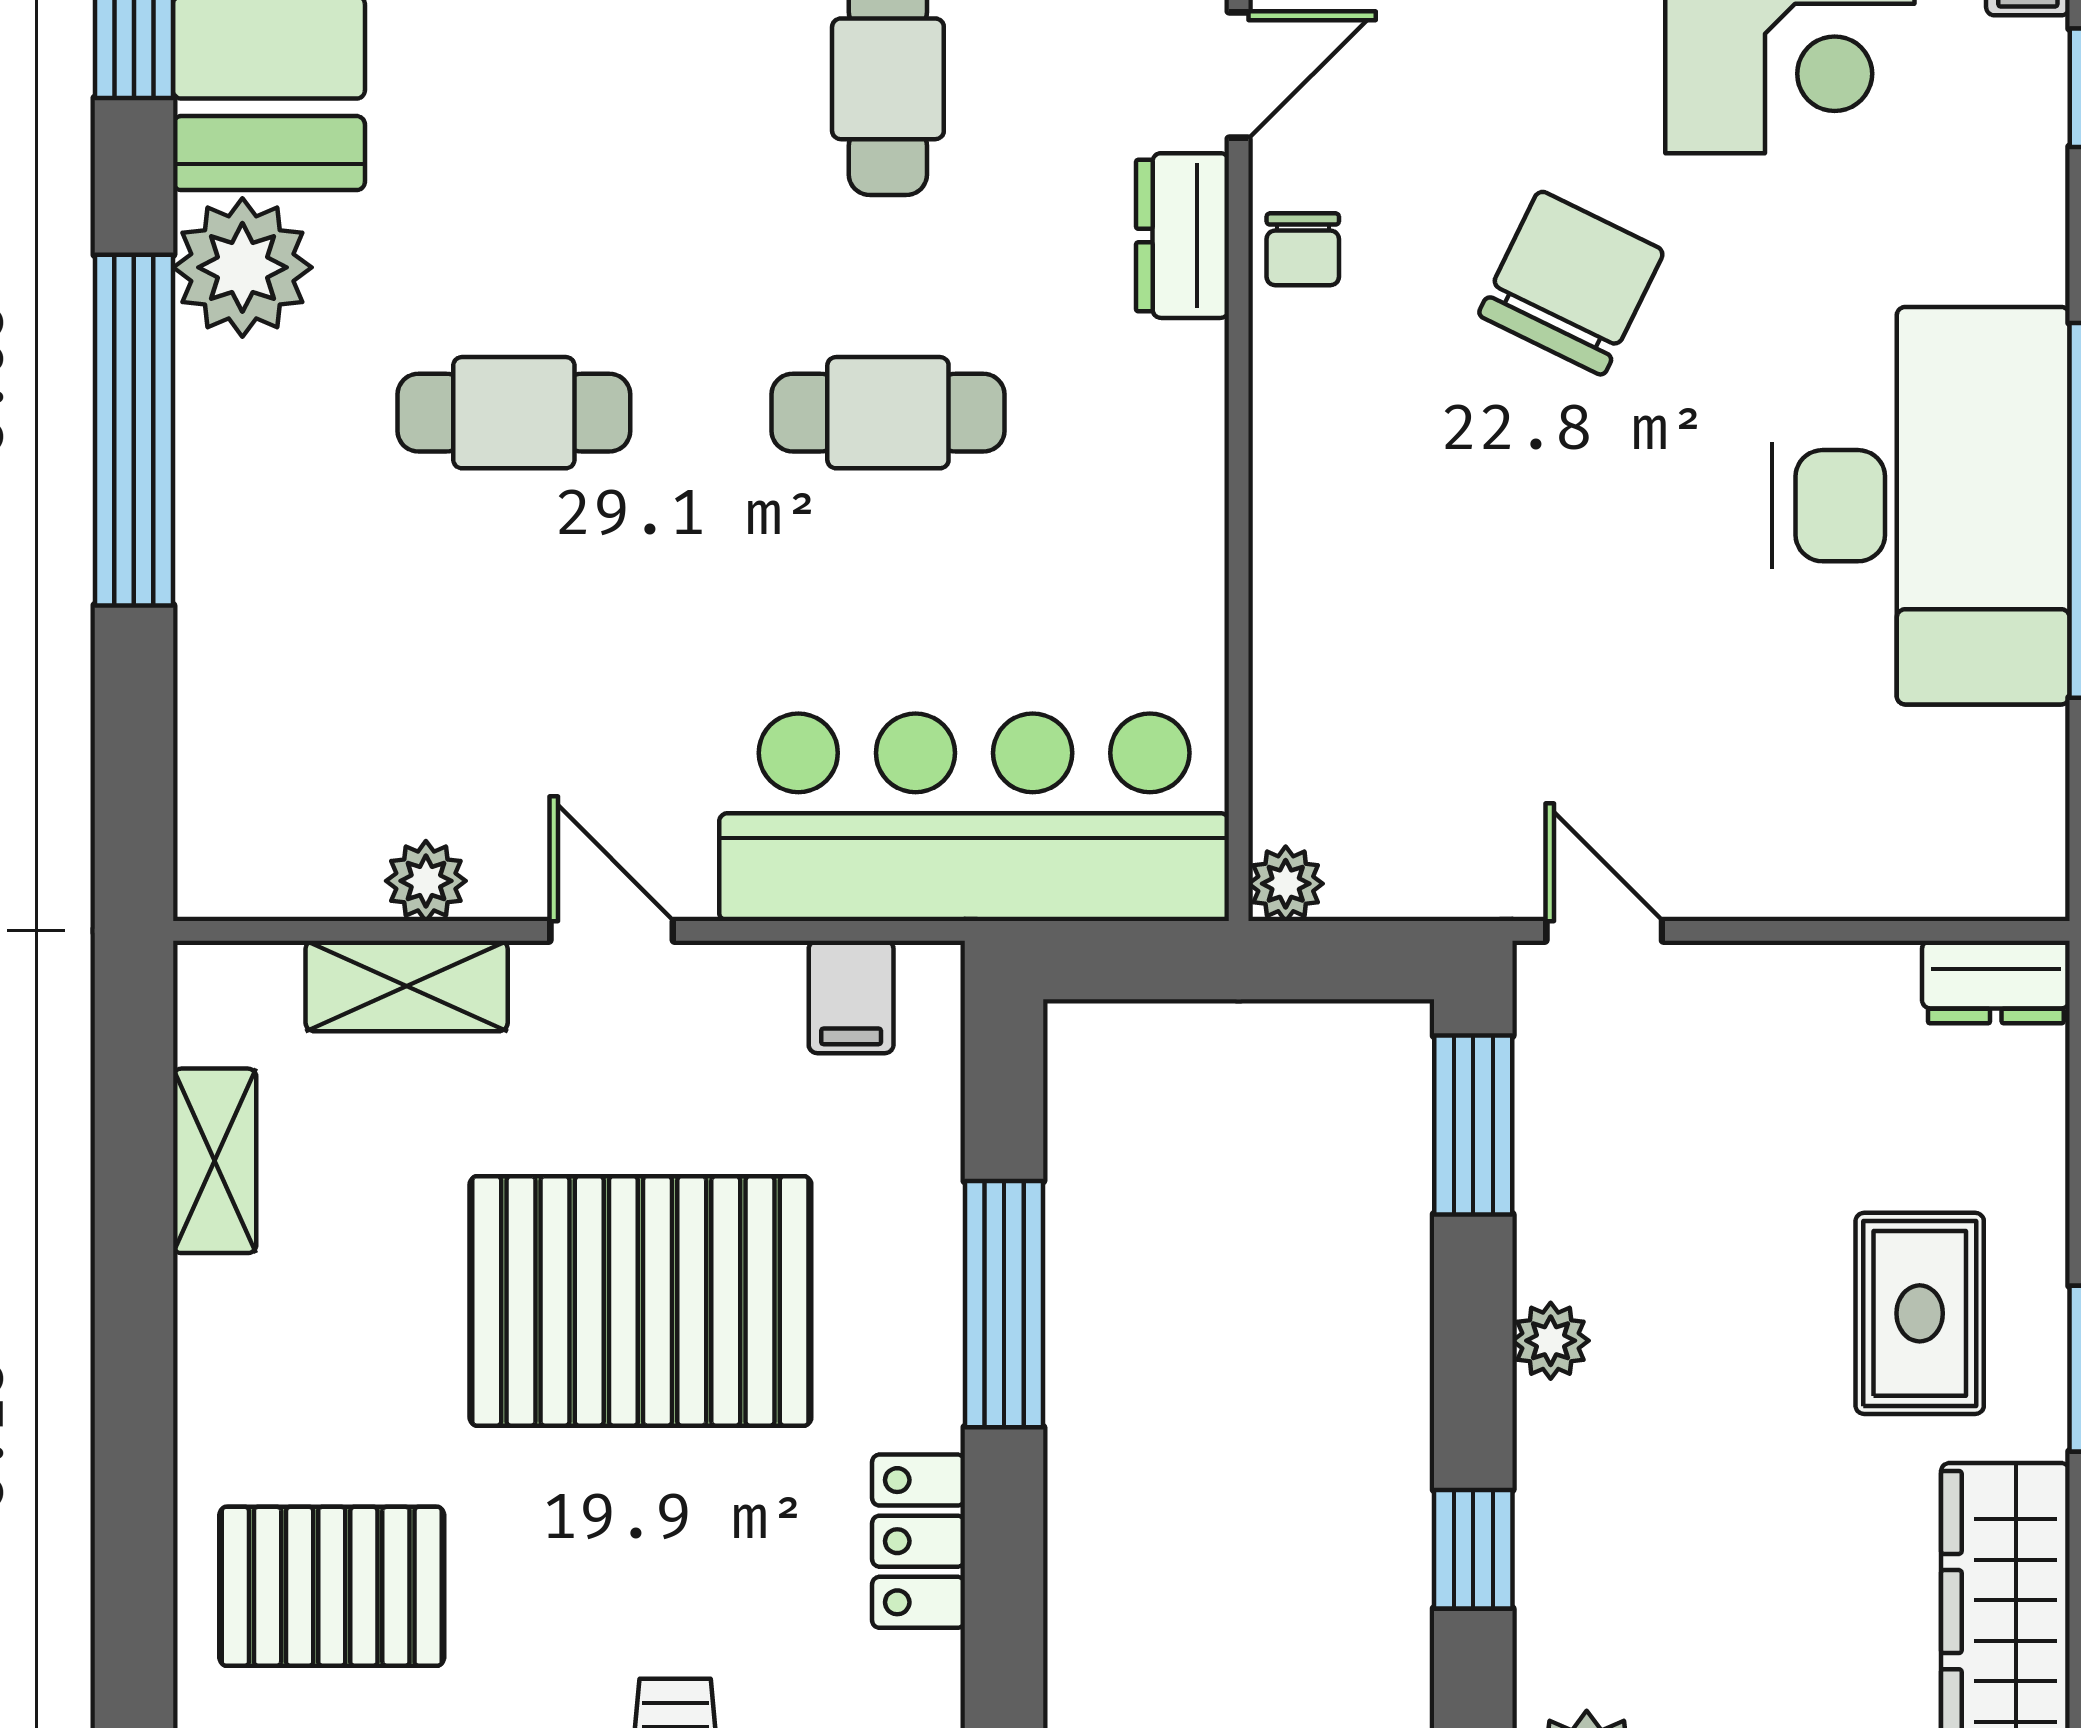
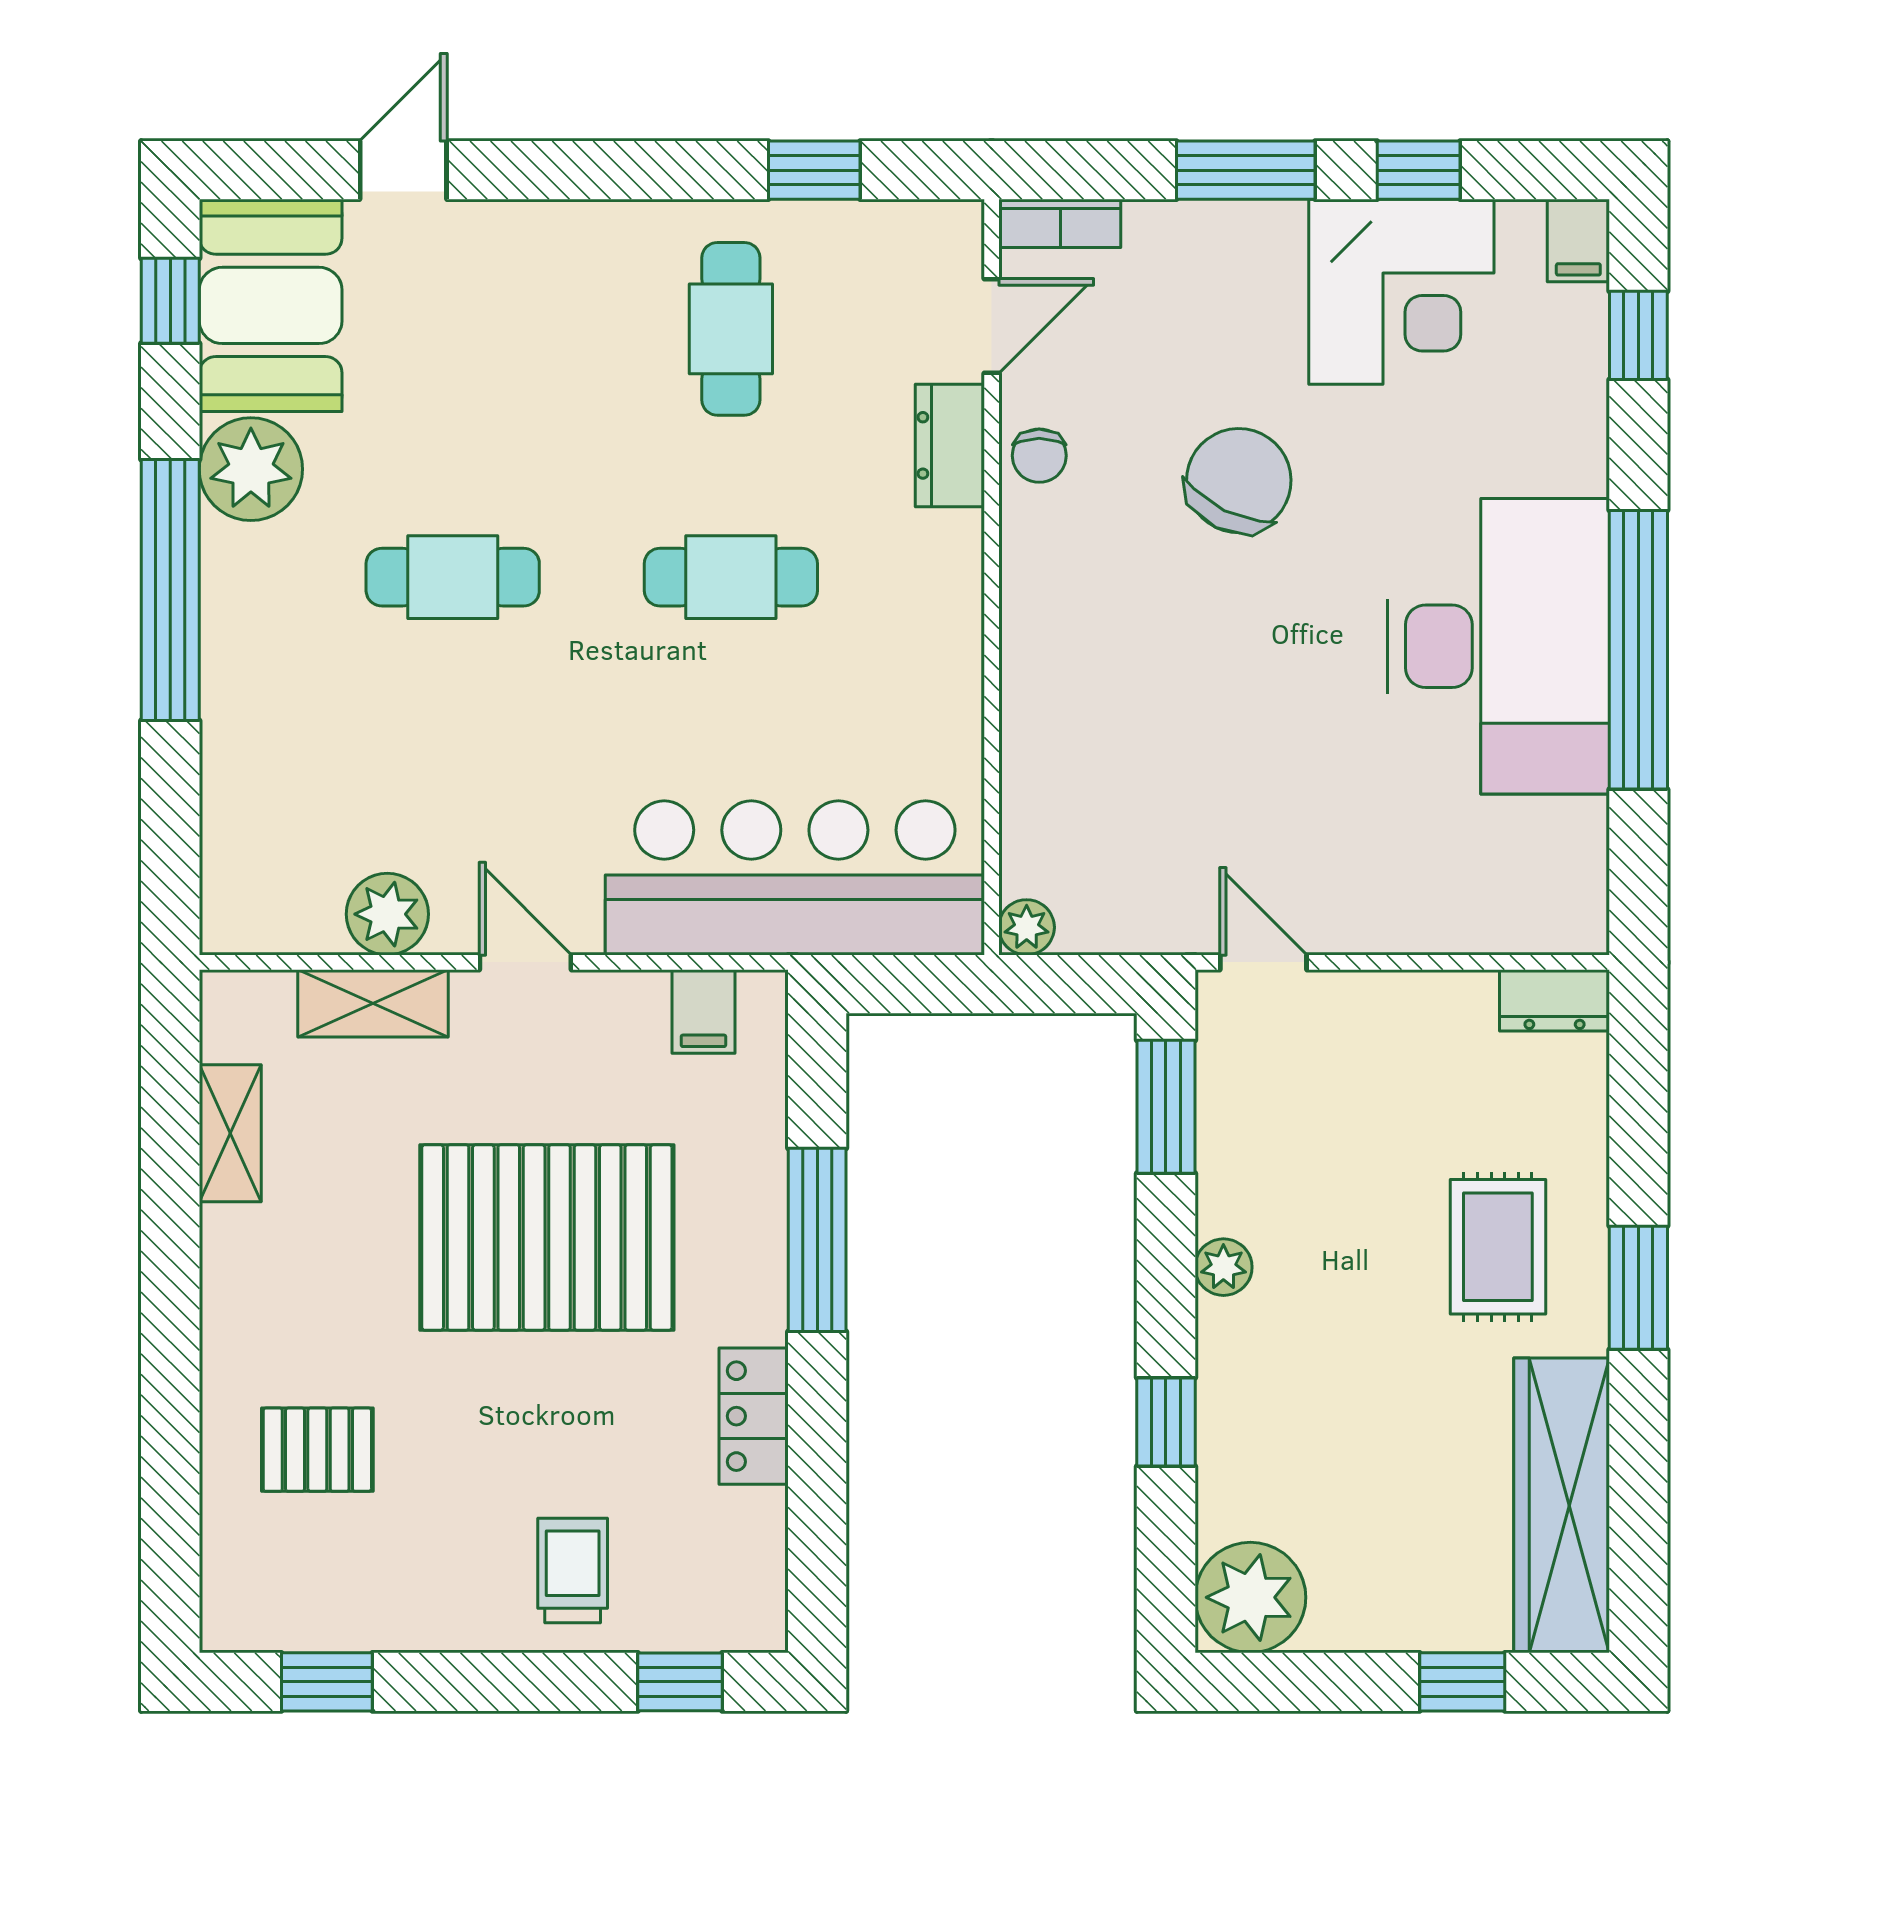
plant: (426, 881) -> (387, 914), width x1.38, depth x1.38
pallet: (332, 1586) -> (317, 1450), width x0.67, depth x0.71

